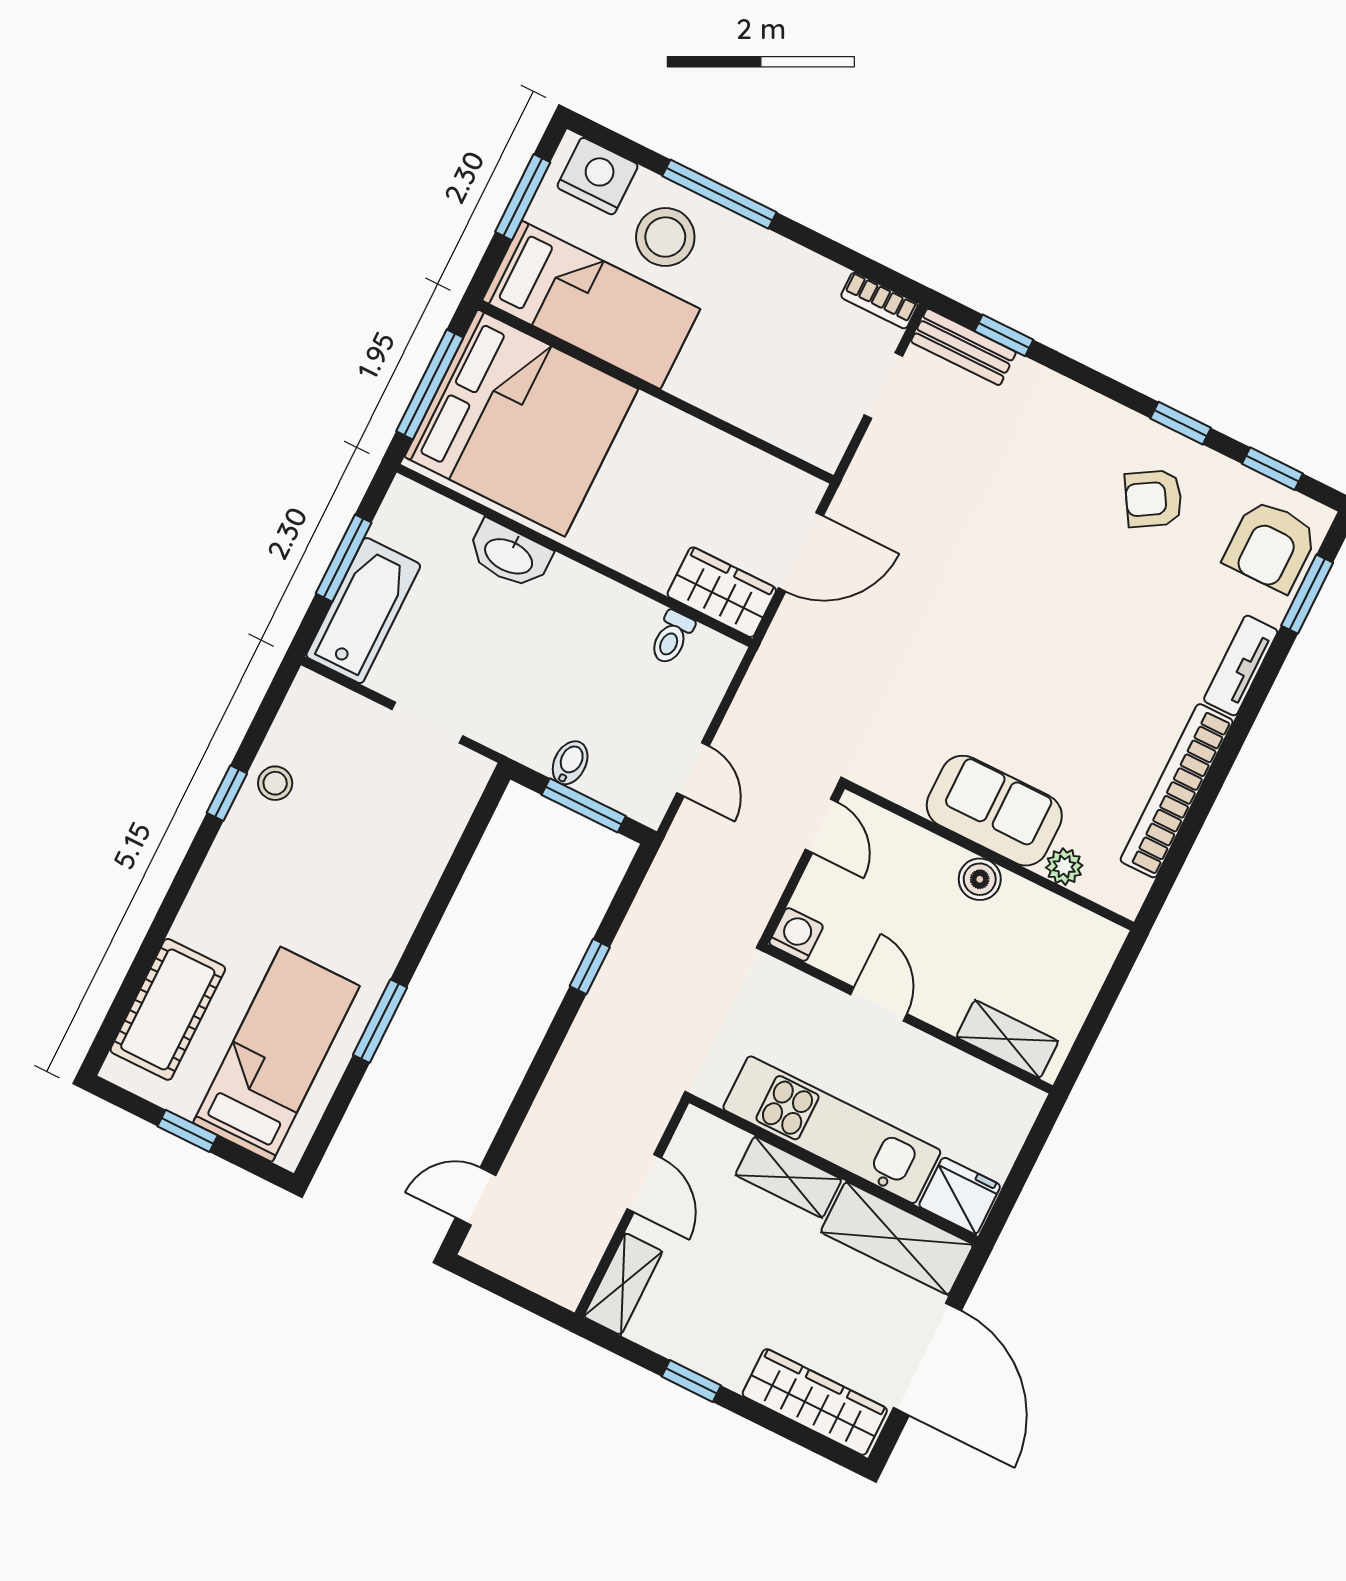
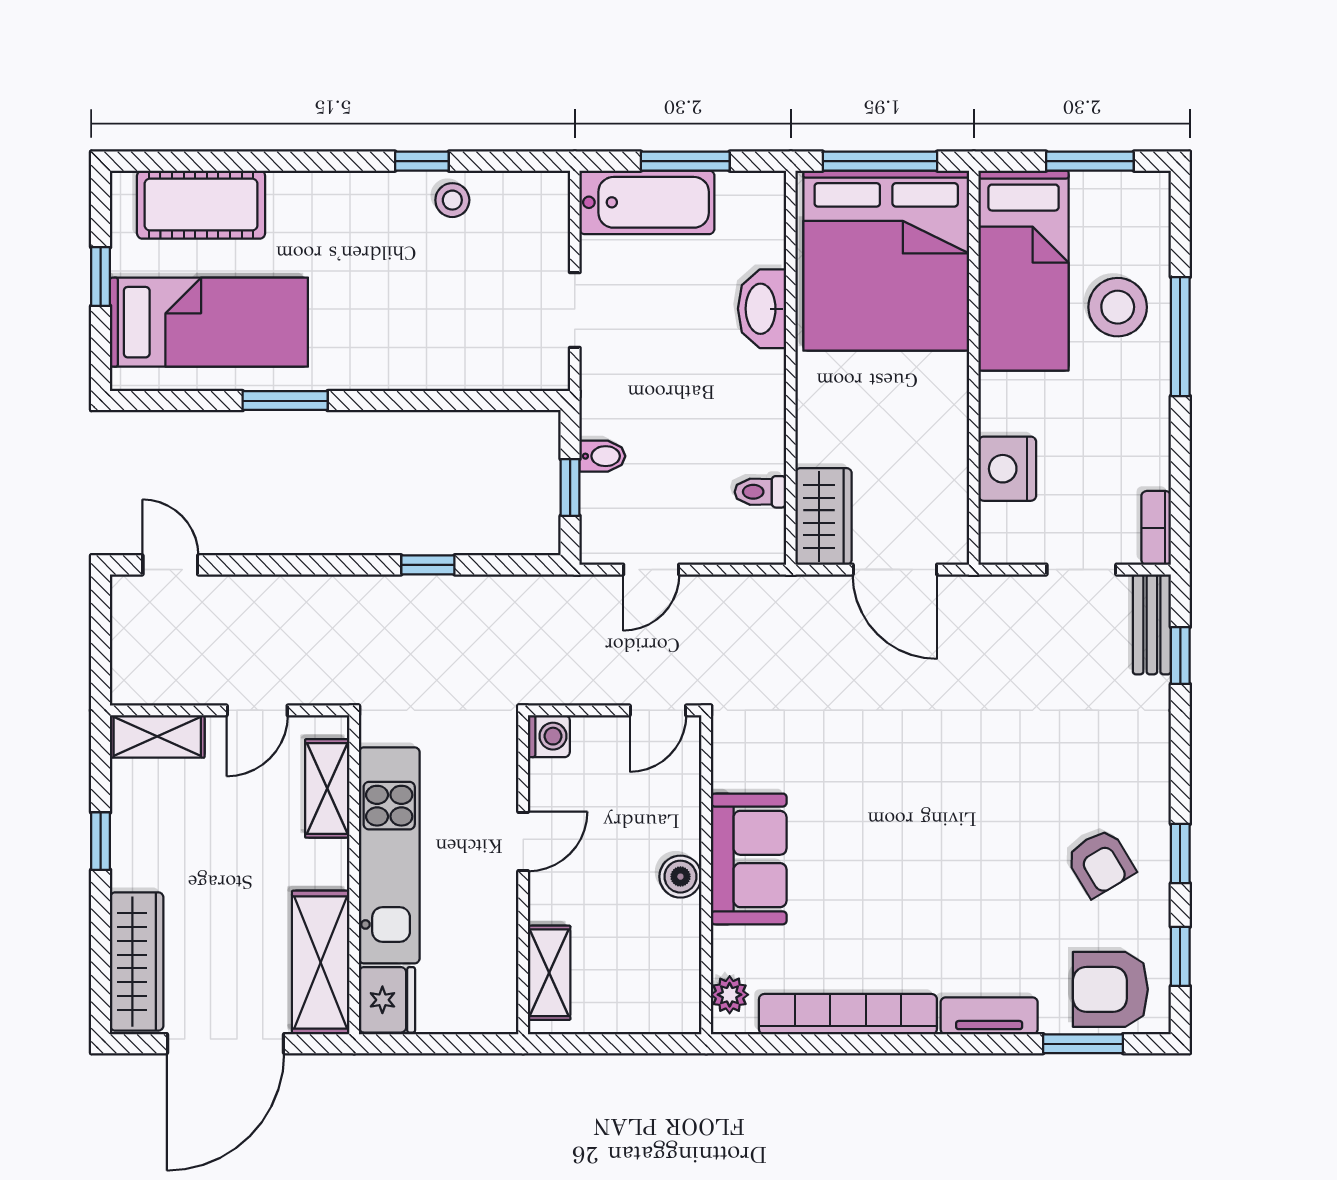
nightstand: (598, 176) -> (1007, 469), moved, turned 180
armchair: (1153, 499) -> (1100, 863), turned 180
window: (584, 805) -> (570, 487), width x0.67
plant: (1064, 867) -> (730, 995), moved
shelving: (788, 1177) -> (327, 788), moved

